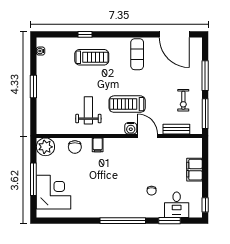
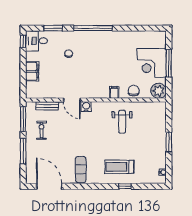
treadmill: (127, 104) -> (89, 127), removed
corner desk: (53, 192) -> (152, 63), moved
desk: (177, 205) -> (37, 41), moved, turned -90

